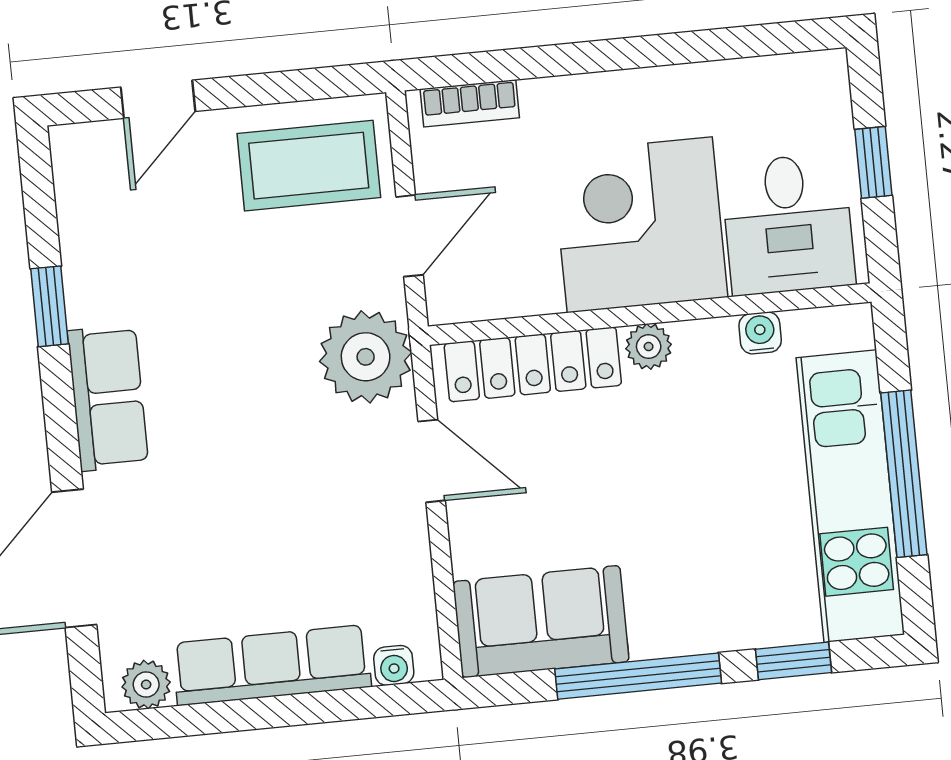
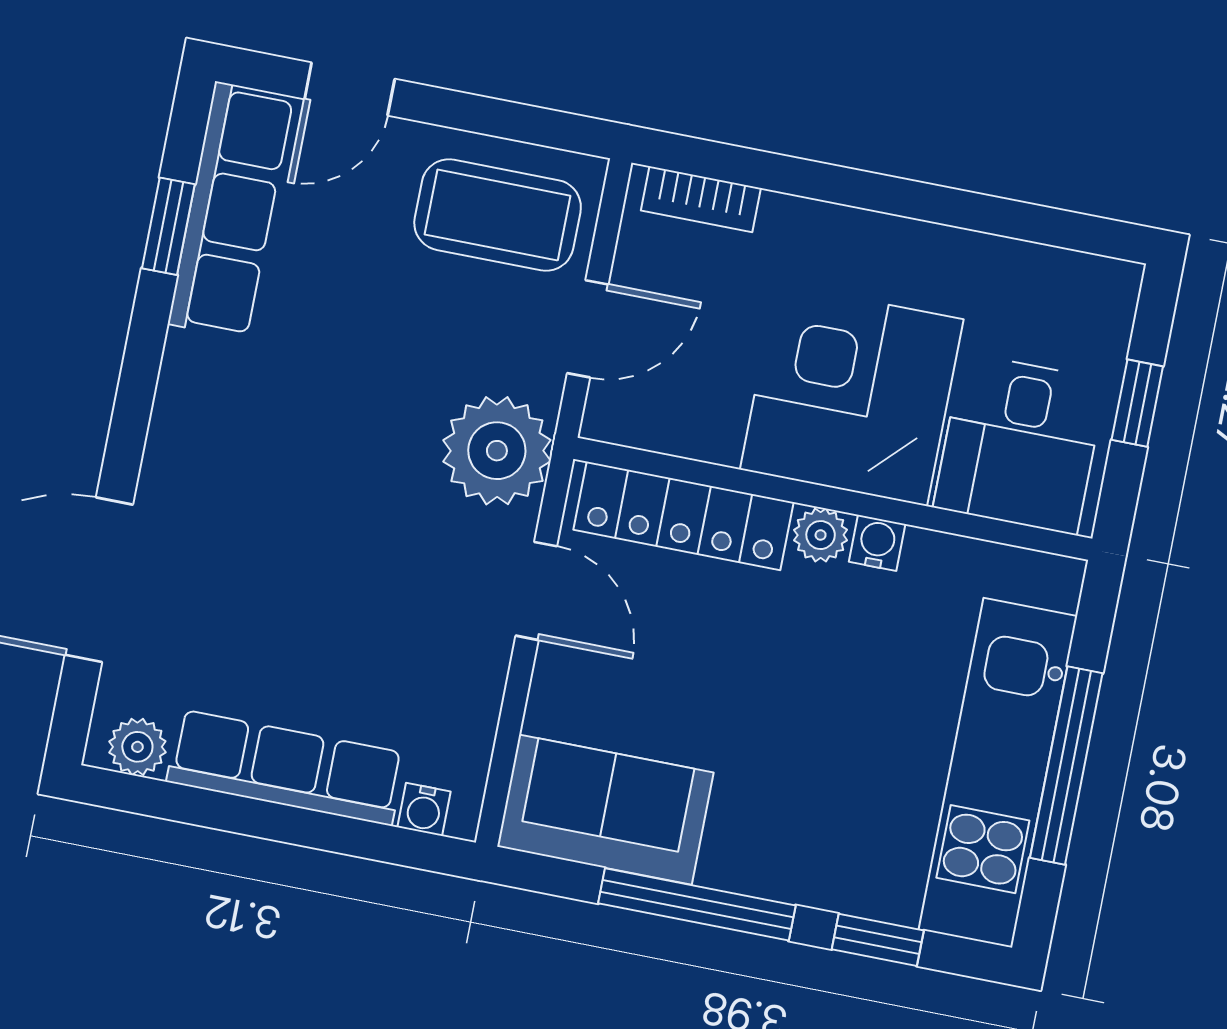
window: (50, 306) -> (168, 226), moved
water cooler: (760, 333) -> (877, 543), moved
row of seats: (108, 398) -> (231, 210), moved, width x1.48

